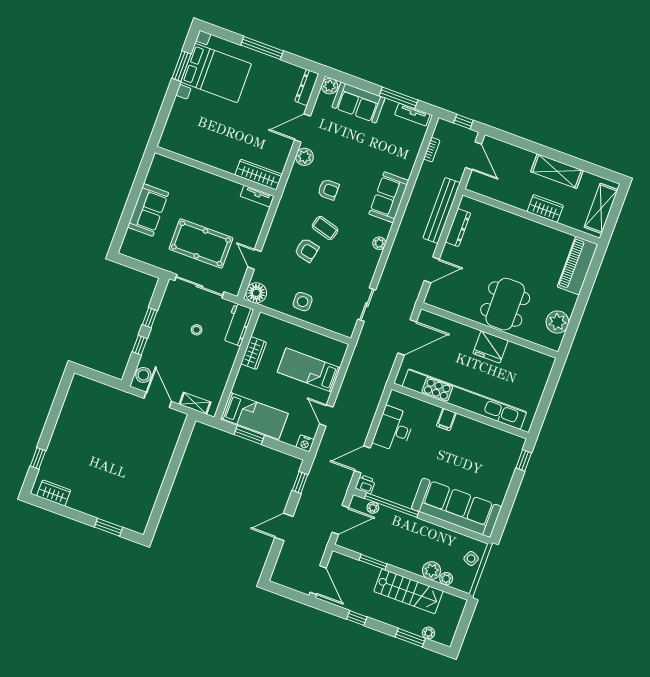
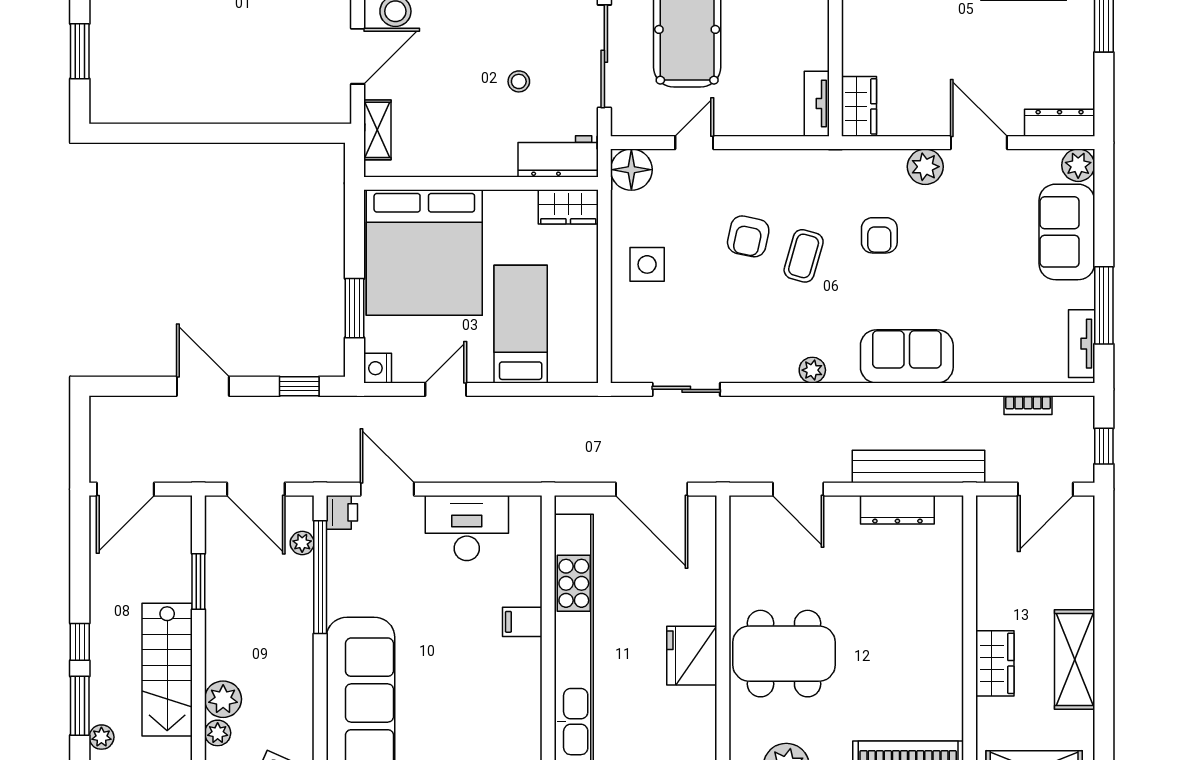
wardrobe: (259, 175) -> (859, 106), width x0.67
wardrobe: (254, 353) -> (568, 207), moved
bed: (254, 416) -> (424, 252), width x2.04
window: (249, 435) -> (355, 308), moved
window: (357, 618) -> (80, 642), moved

